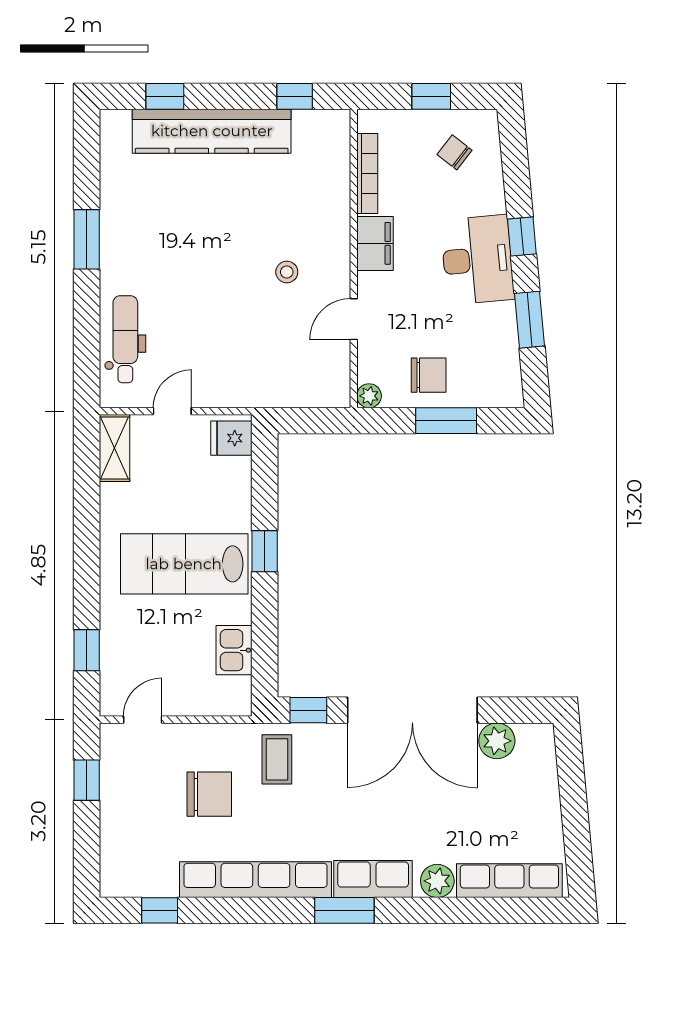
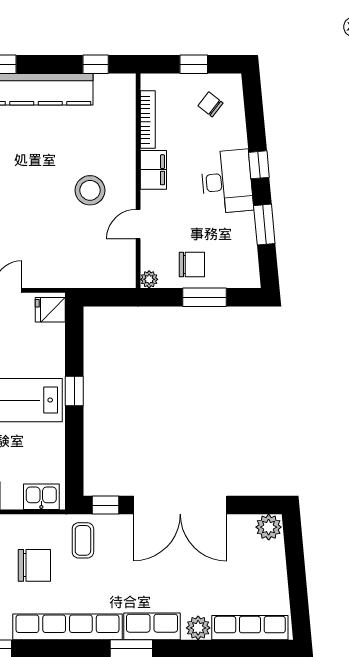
stool: (287, 272) -> (90, 190), width x1.89, depth x1.89
kitchen sink: (234, 650) -> (41, 497), moved, turned 90
plant: (497, 741) -> (269, 527), moved

